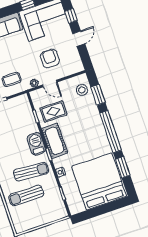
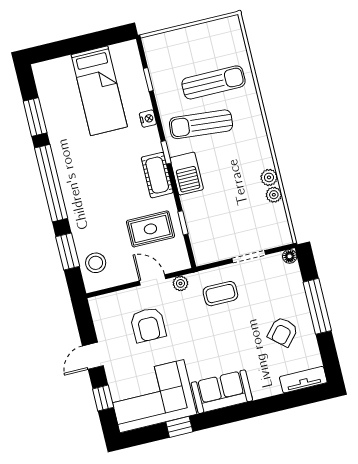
cot: (55, 141) -> (157, 175), width x0.73, depth x0.75
bed: (99, 181) -> (99, 91), width x0.49

